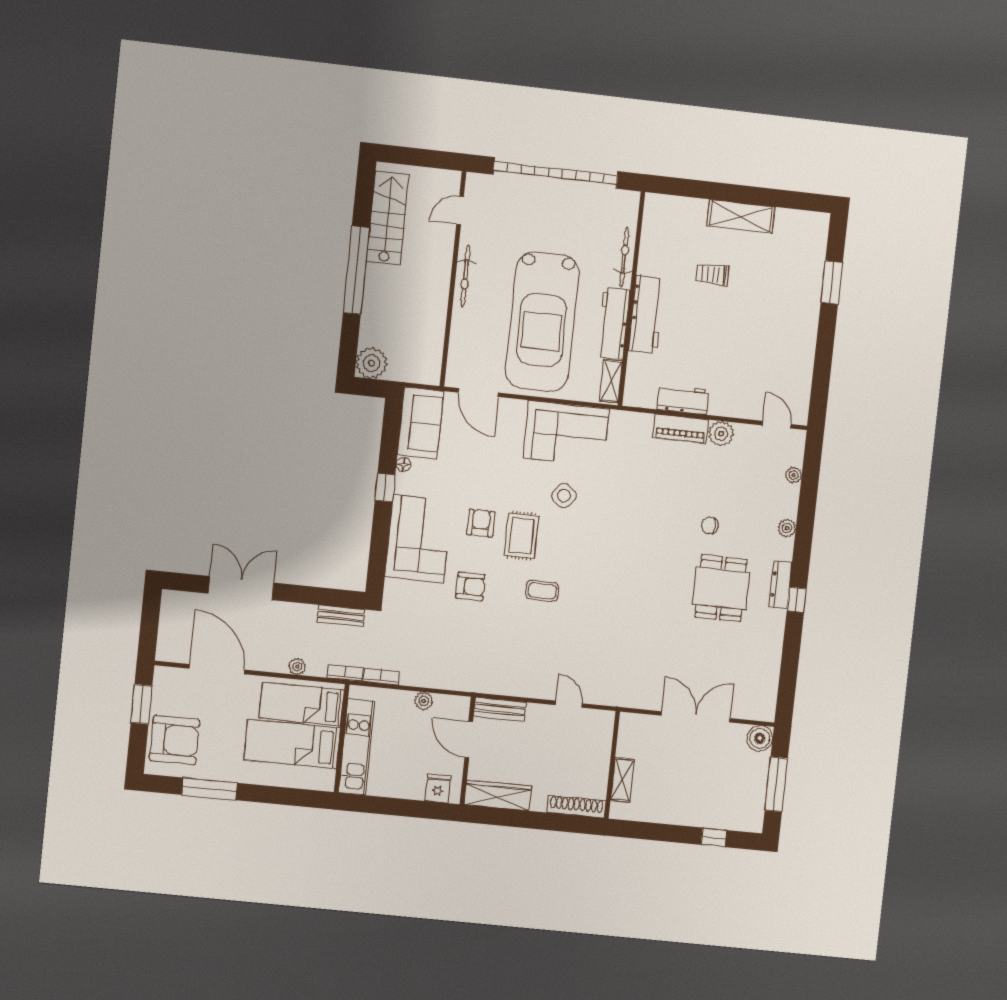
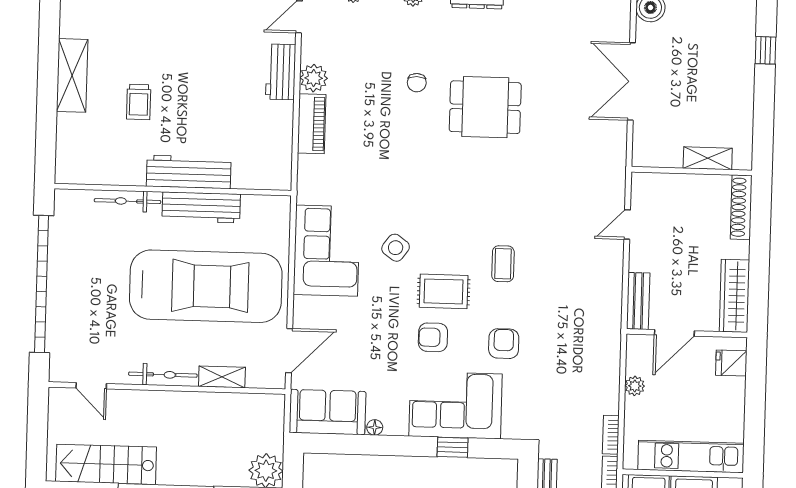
shelving: (611, 381) -> (222, 377), moved
workbench: (683, 399) -> (281, 72), moved
window: (385, 488) -> (453, 447), moved
dining table: (721, 588) -> (485, 107), moved

